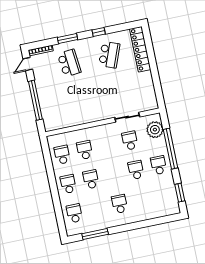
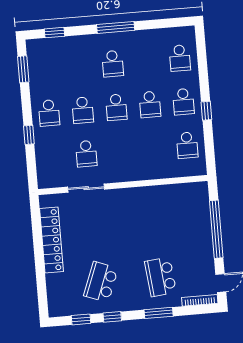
window: (120, 28) -> (81, 319), added
locker: (140, 49) -> (51, 240), moved
plant: (155, 130) -> (48, 165), removed
window: (170, 149) -> (29, 135), width x0.32
school desk: (85, 150) -> (116, 107), moved
window: (52, 180) -> (206, 111), added
window: (162, 220) -> (54, 33), added
window: (95, 234) -> (116, 27), moved

